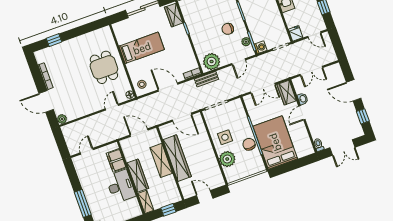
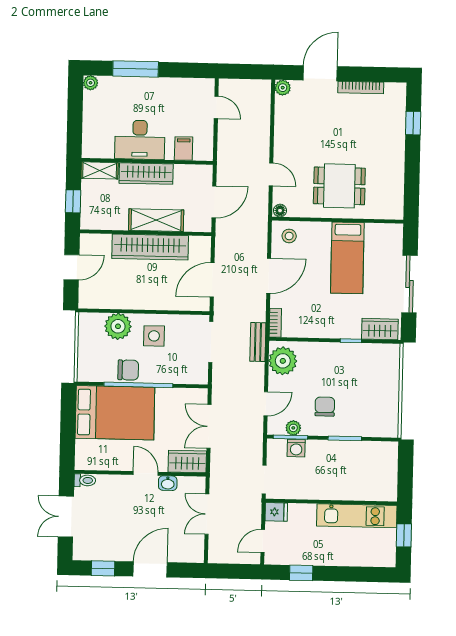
washing machine: (261, 47) -> (296, 448), moved
door: (239, 62) -> (266, 404), swing flipped
filing cabinet: (116, 160) -> (184, 149), width x0.50

